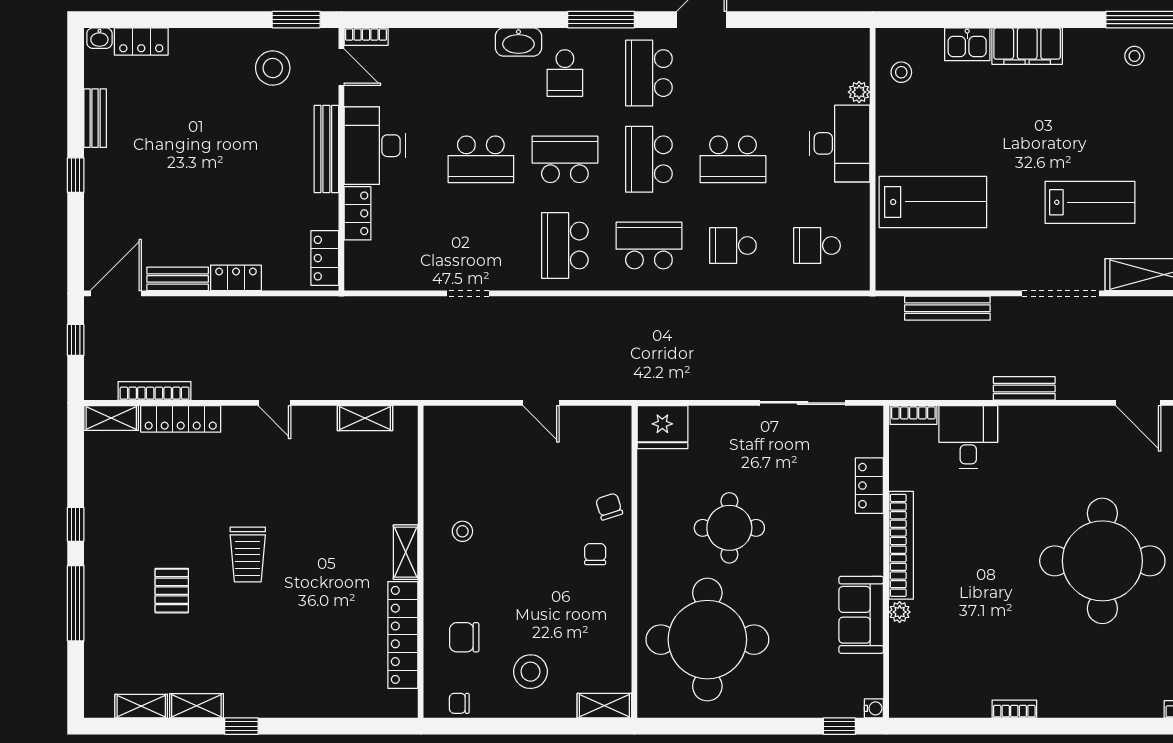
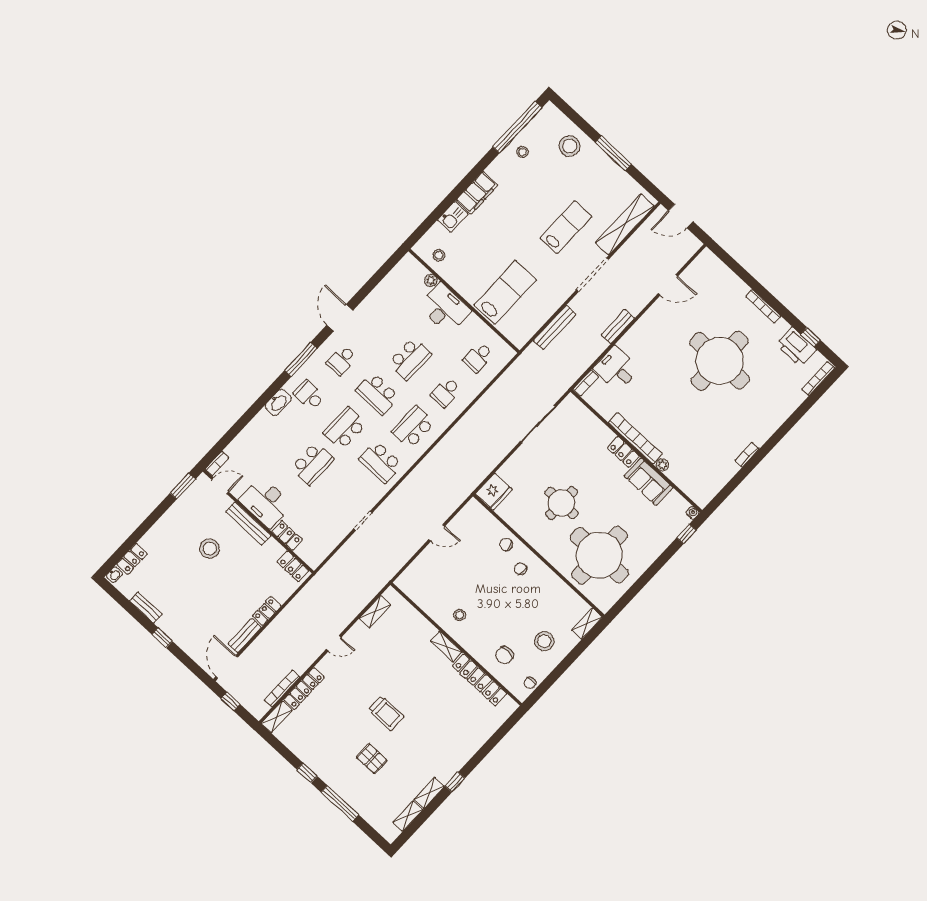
stool: (273, 68) -> (210, 549), moved
school desk: (565, 73) -> (309, 395), turned 180
school desk: (649, 73) -> (342, 360), width x0.54
locker: (869, 486) -> (623, 452), moved

